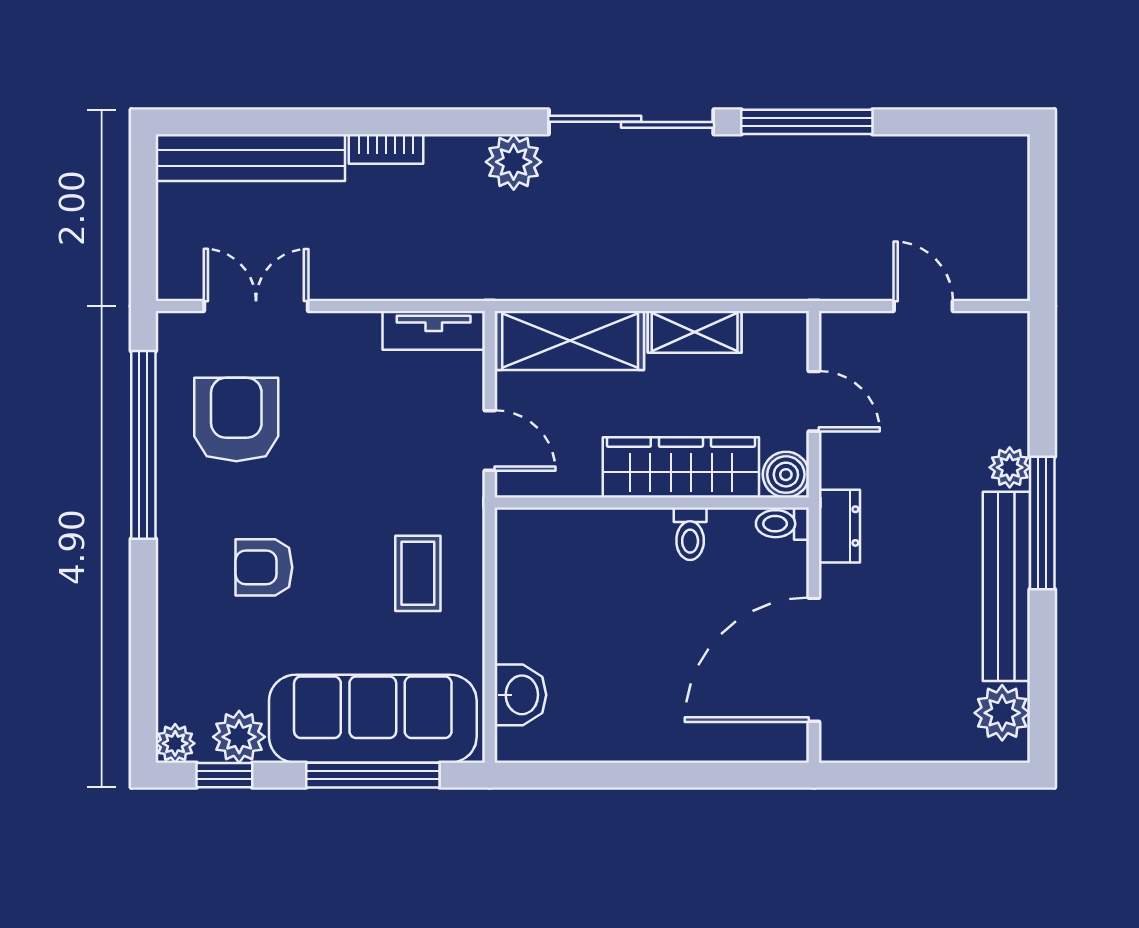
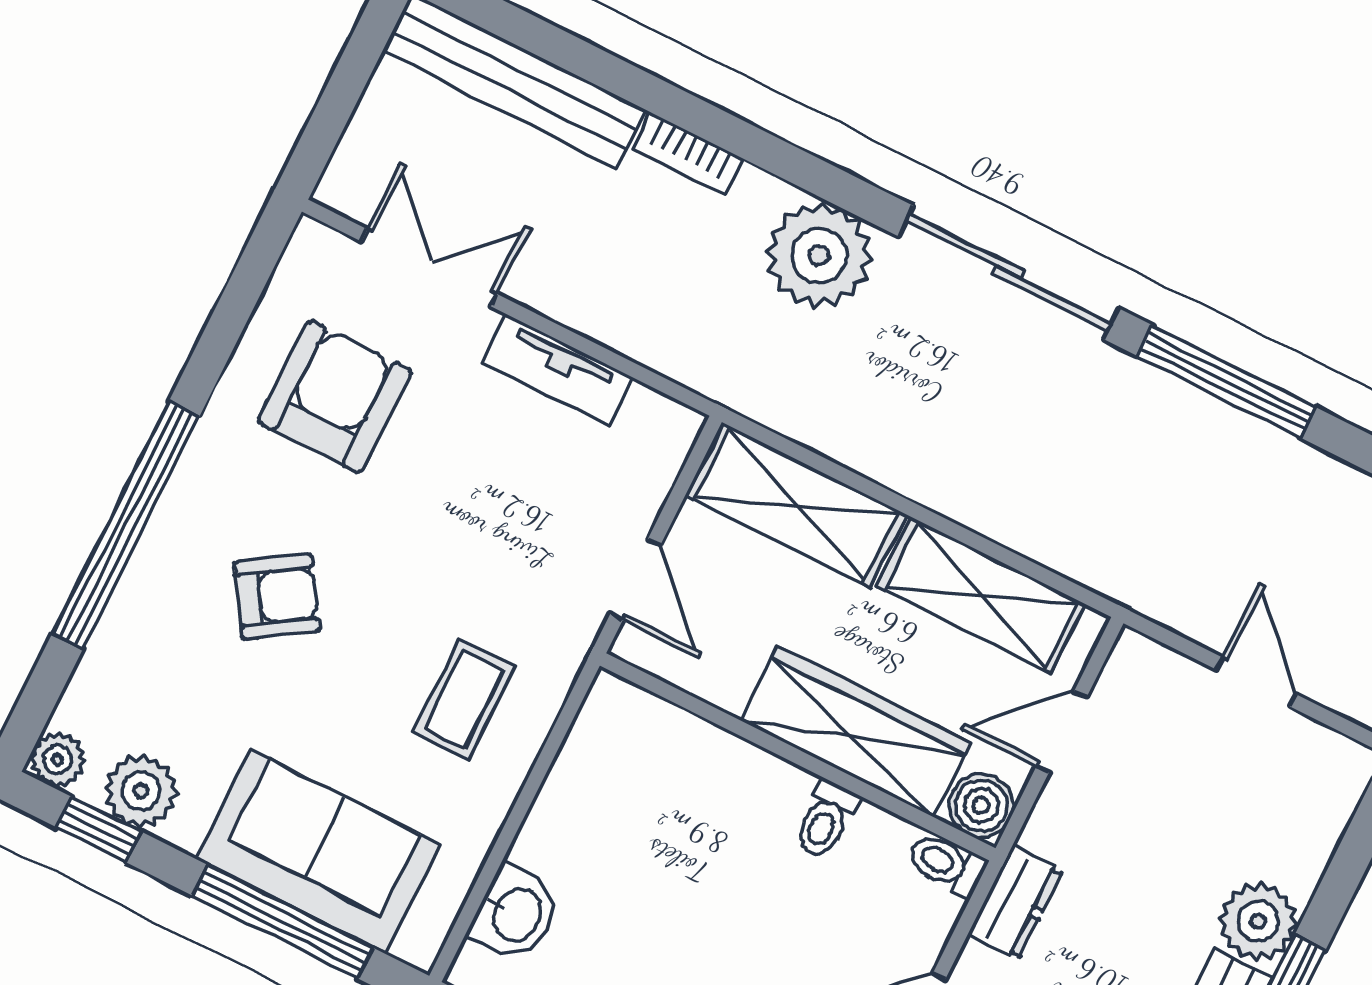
plant: (514, 162) -> (819, 255), width x1.36, depth x1.36
tv unit: (434, 330) -> (557, 370), moved
shelving: (695, 332) -> (981, 595), width x1.50, depth x1.33
door: (814, 401) -> (1061, 732), swing flipped
window: (143, 445) -> (126, 525), moved
plant: (1010, 467) -> (1258, 921), width x1.38, depth x1.38
armchair: (264, 567) -> (277, 597), turned 147
sofa: (373, 719) -> (318, 852), width x0.73

